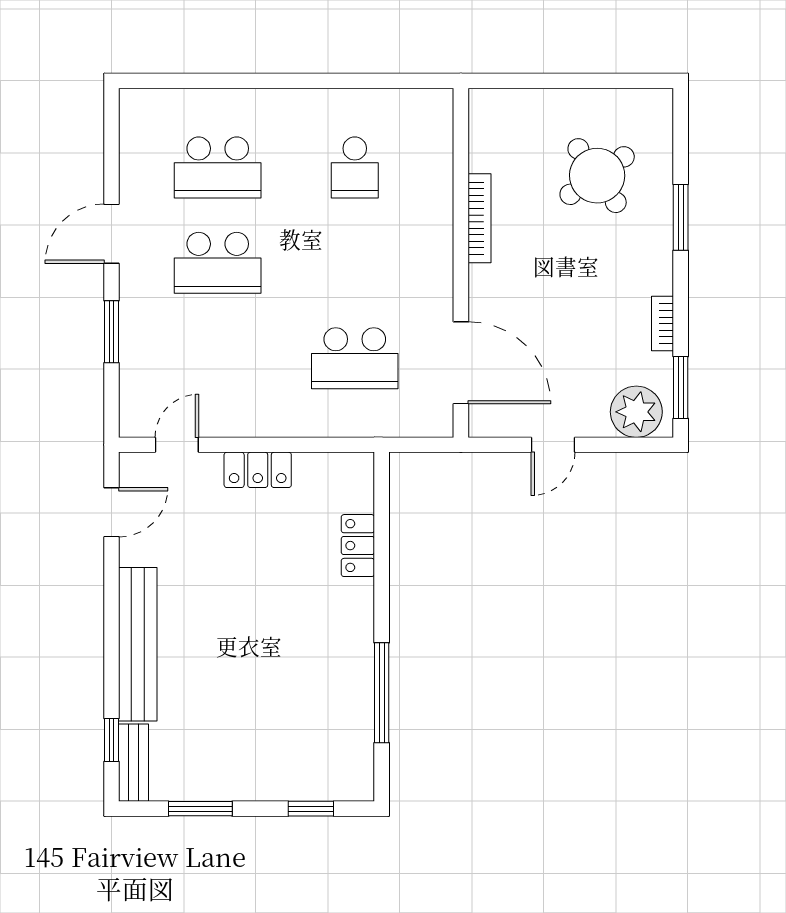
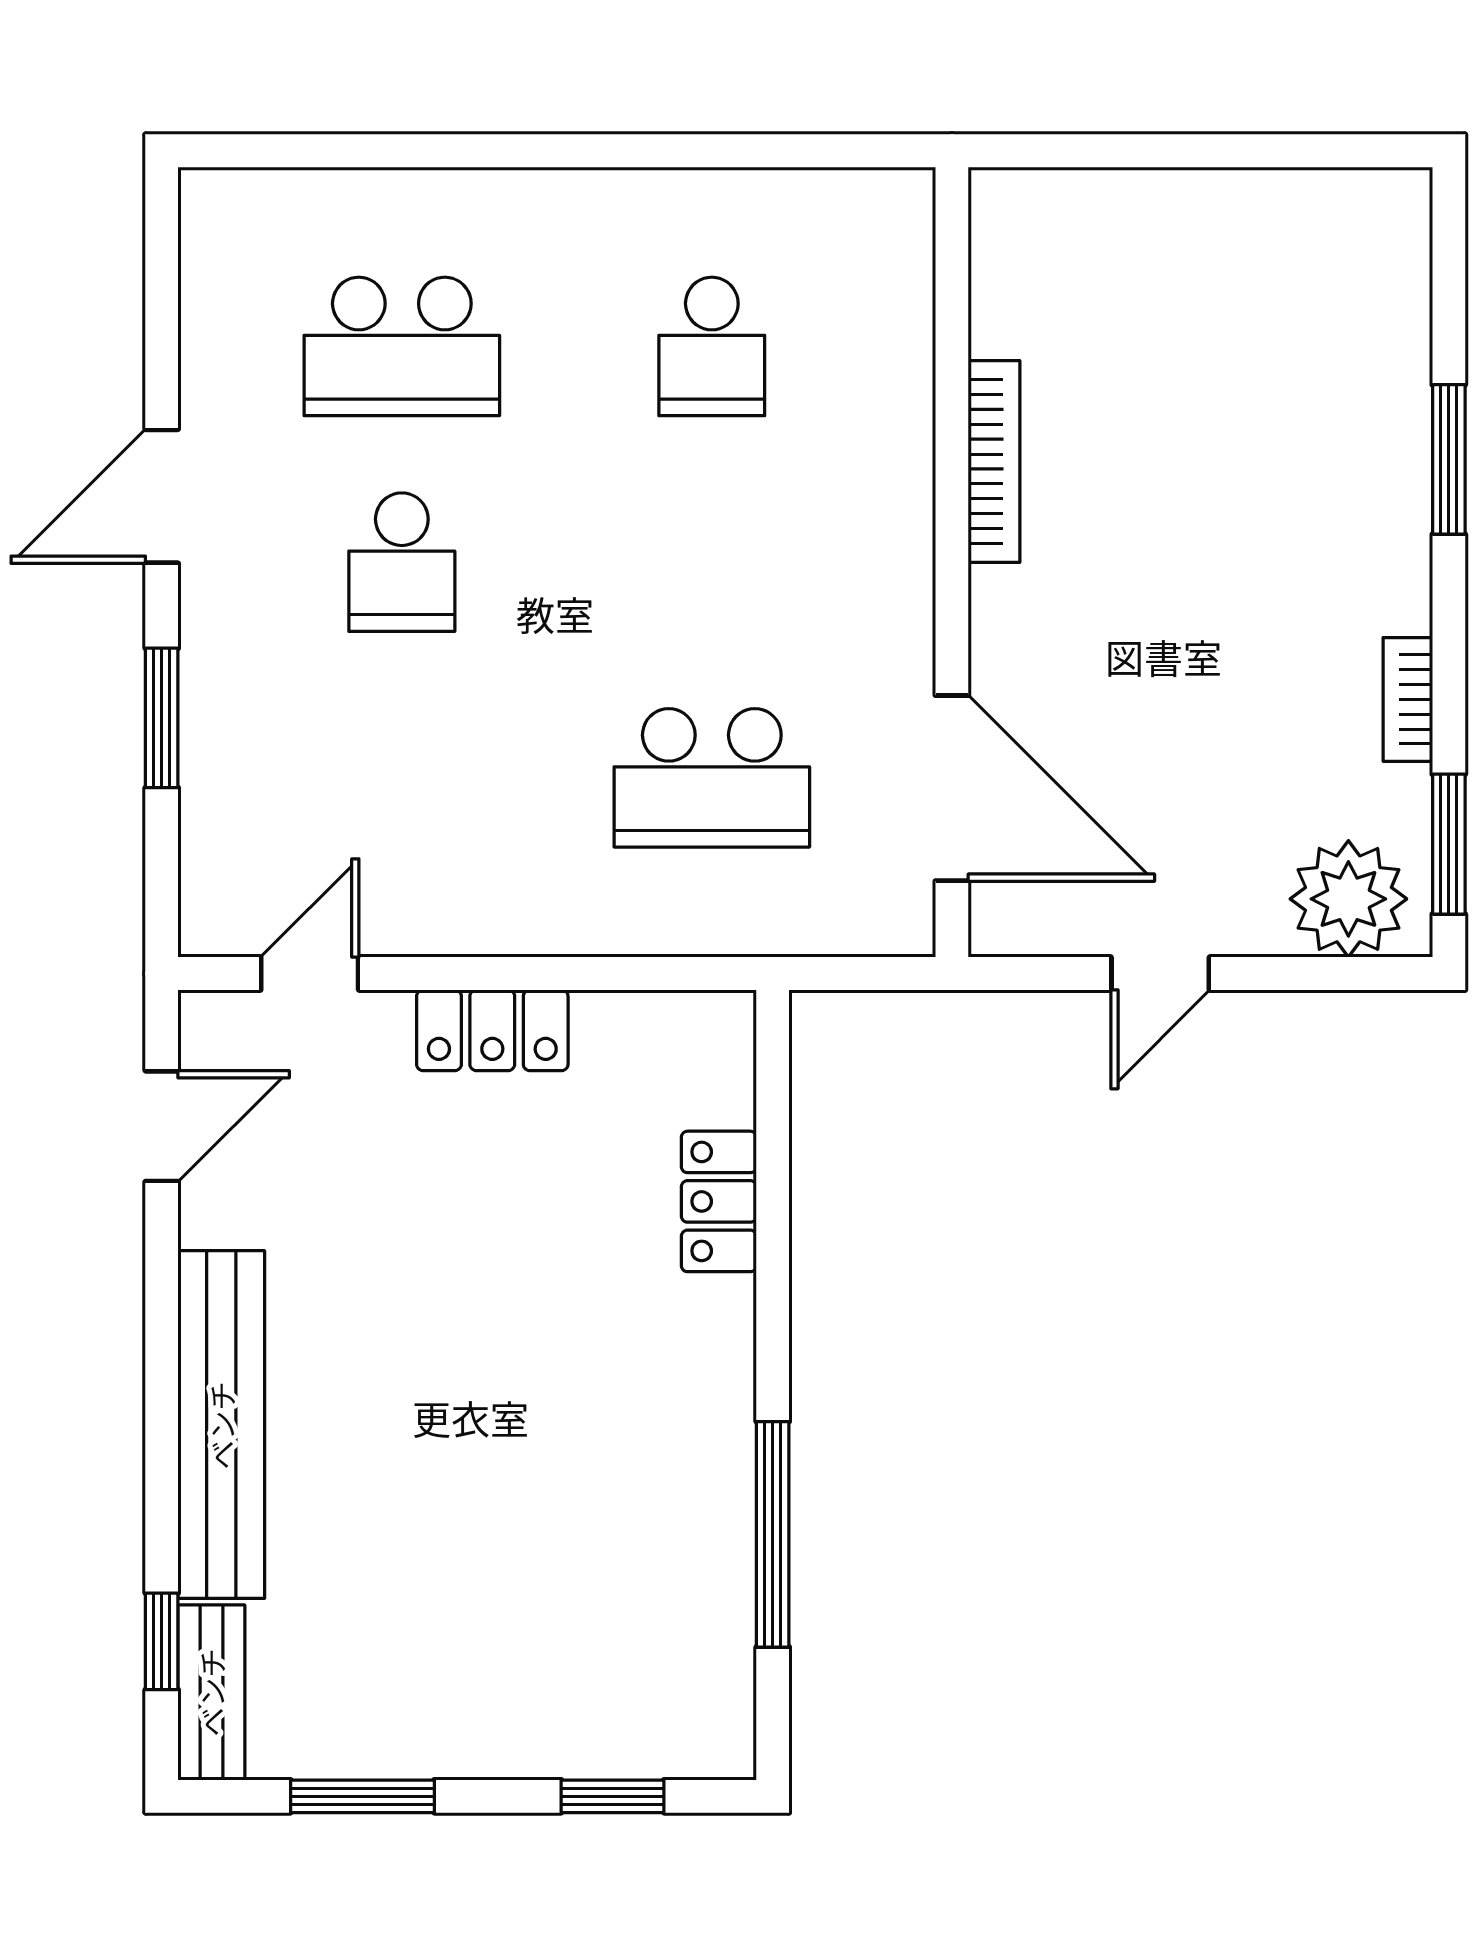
round table: (597, 176) -> (1260, 365), removed
school desk: (218, 263) -> (402, 562), width x0.54

